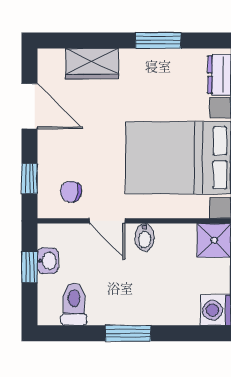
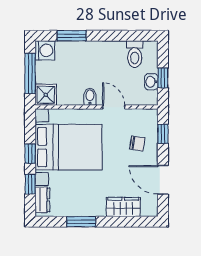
chair: (71, 192) -> (137, 143), moved
window: (128, 333) -> (72, 36), moved

